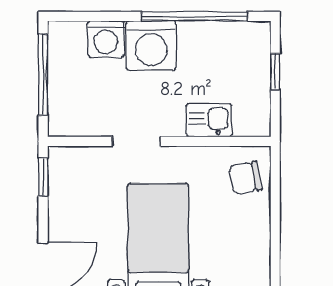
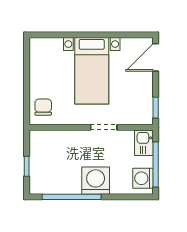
washing machine: (106, 39) -> (143, 178), moved, turned -90
kitchen sink: (209, 120) -> (144, 143), moved, turned 90
chair: (246, 178) -> (43, 107), turned -79

